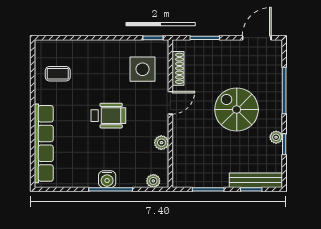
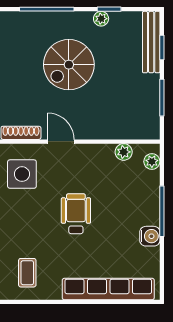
plant: (161, 143) -> (124, 152), moved
water cooler: (107, 179) -> (150, 236), moved

